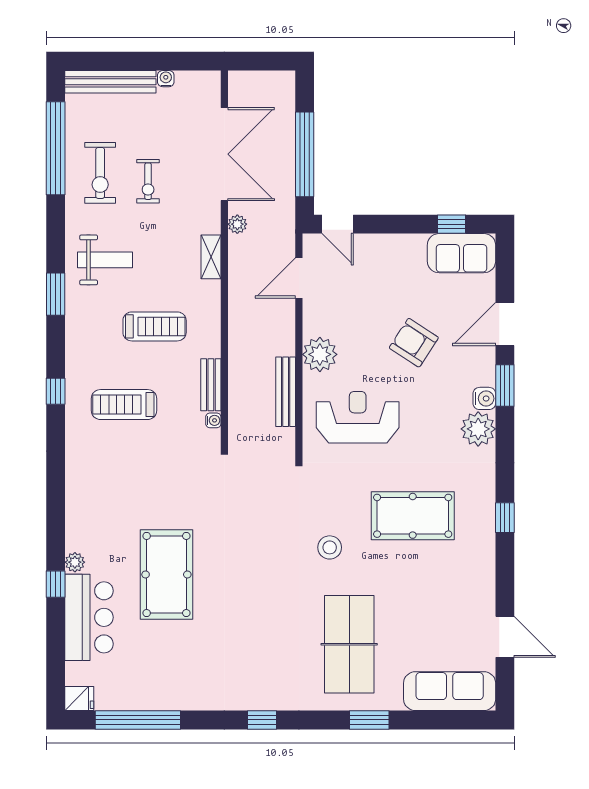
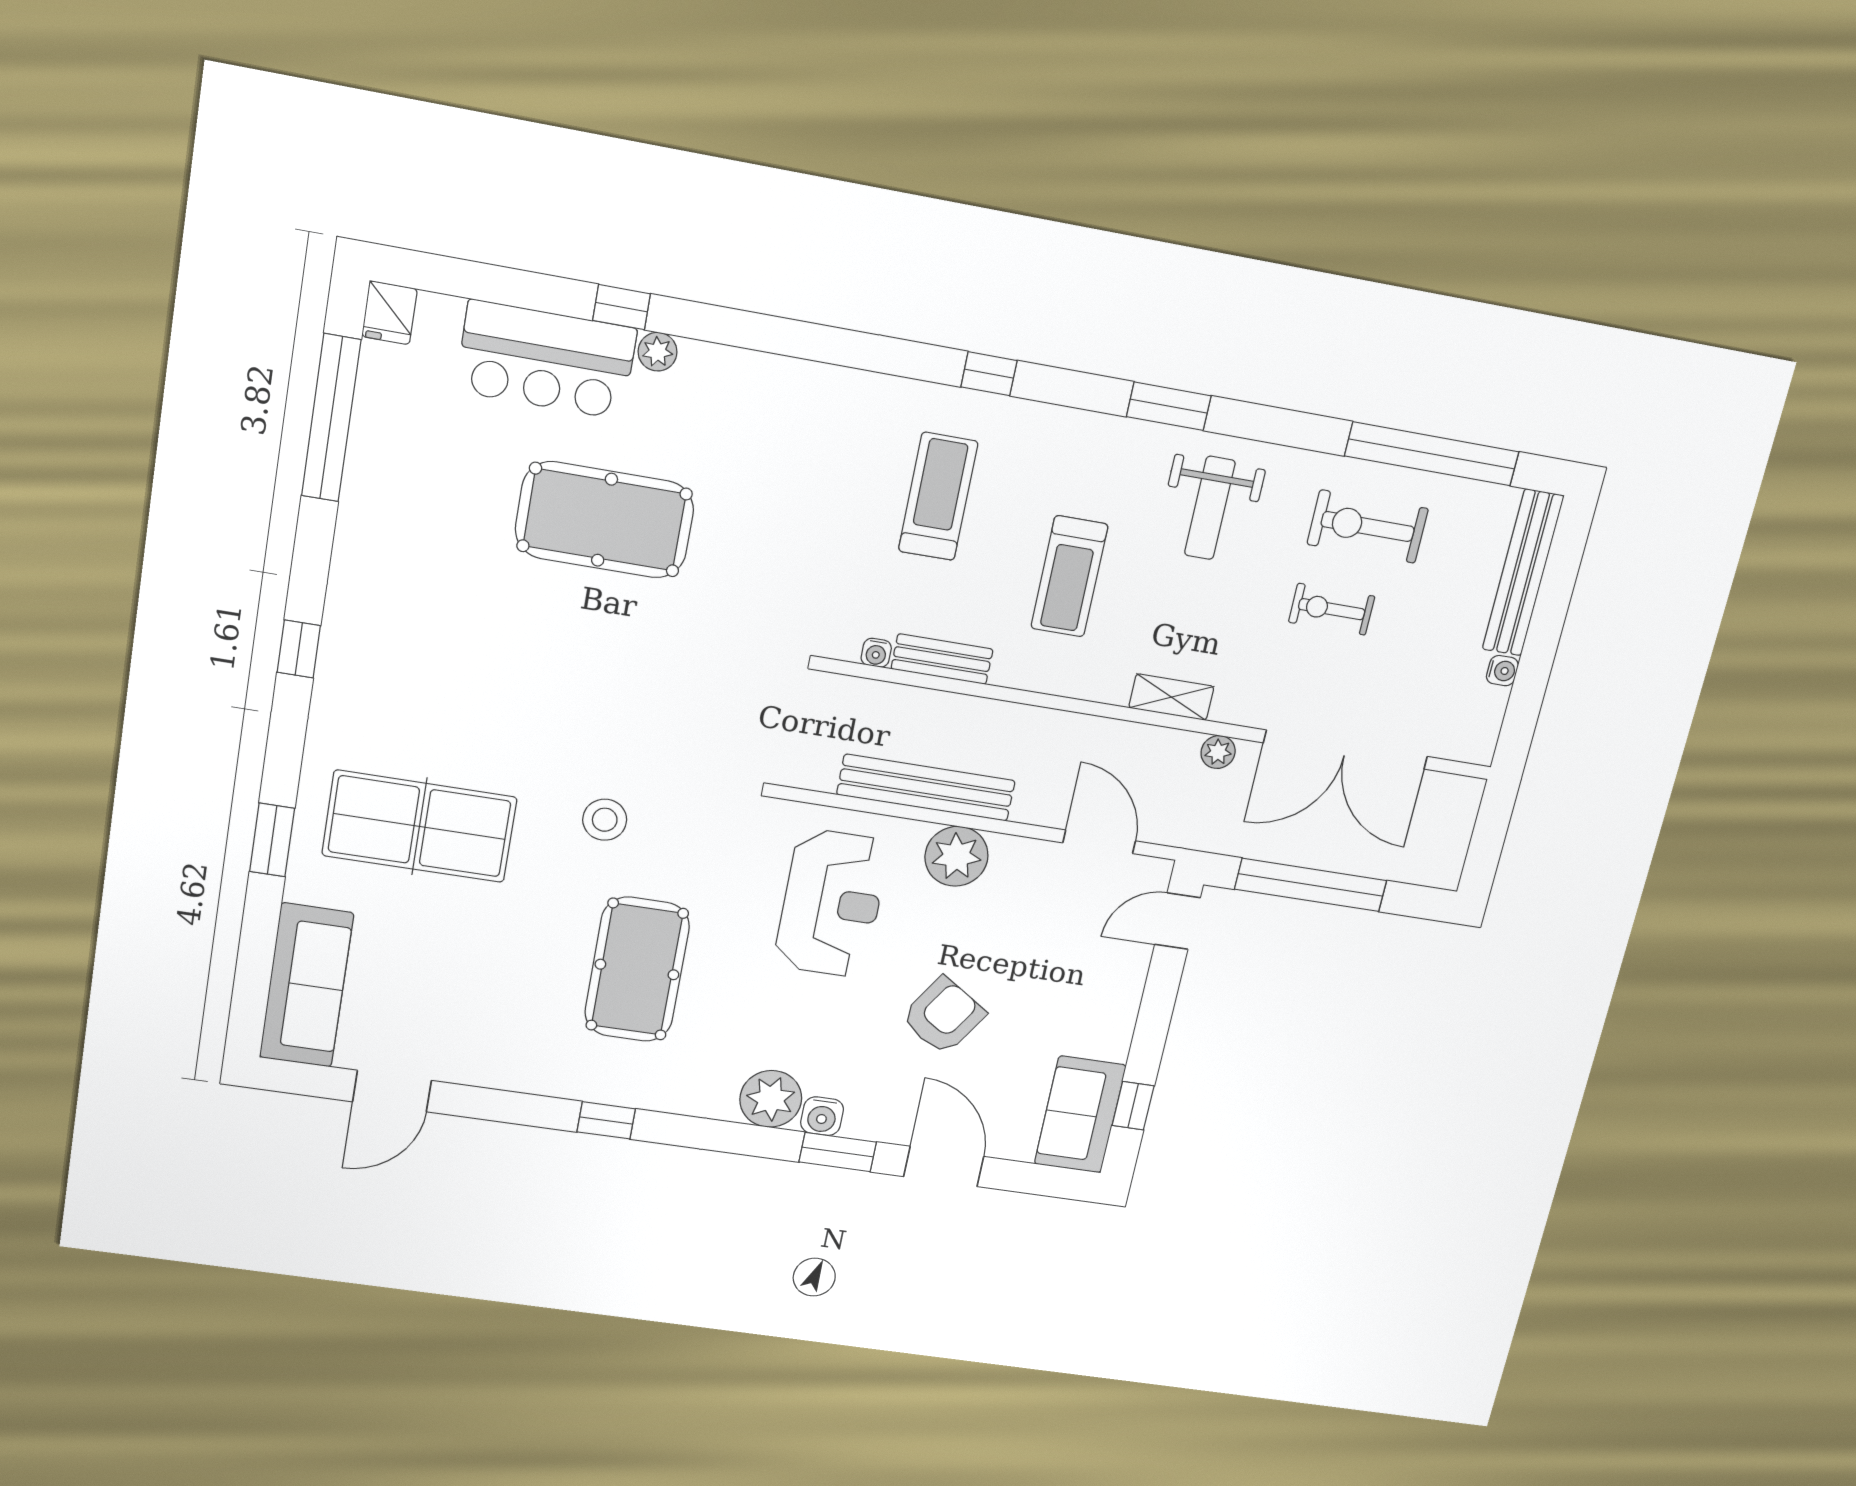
bench: (286, 392) -> (926, 788), width x1.37, depth x1.21

